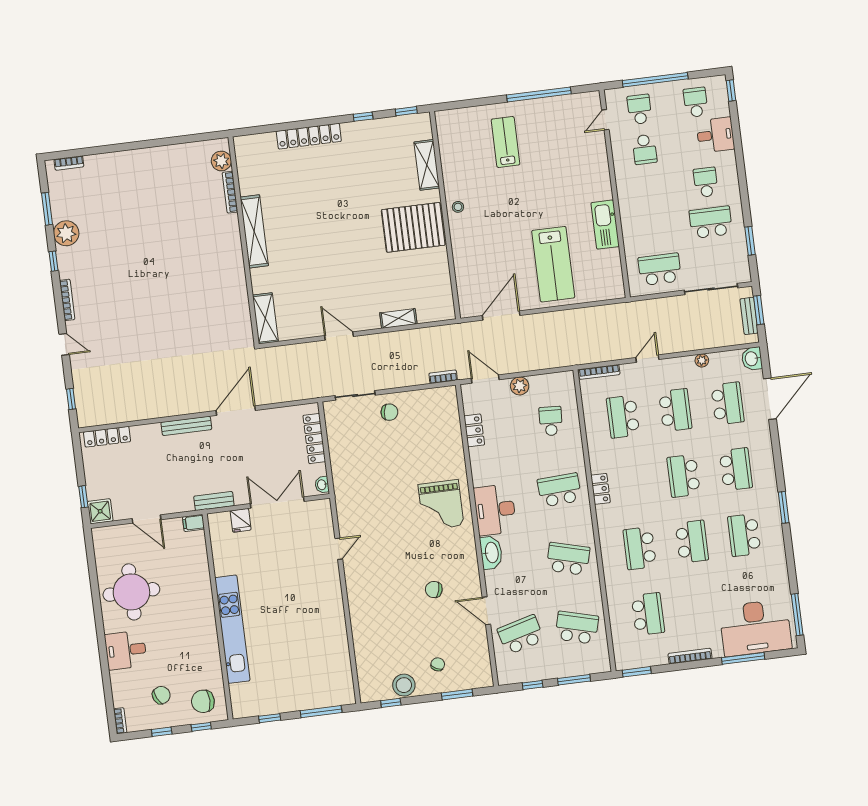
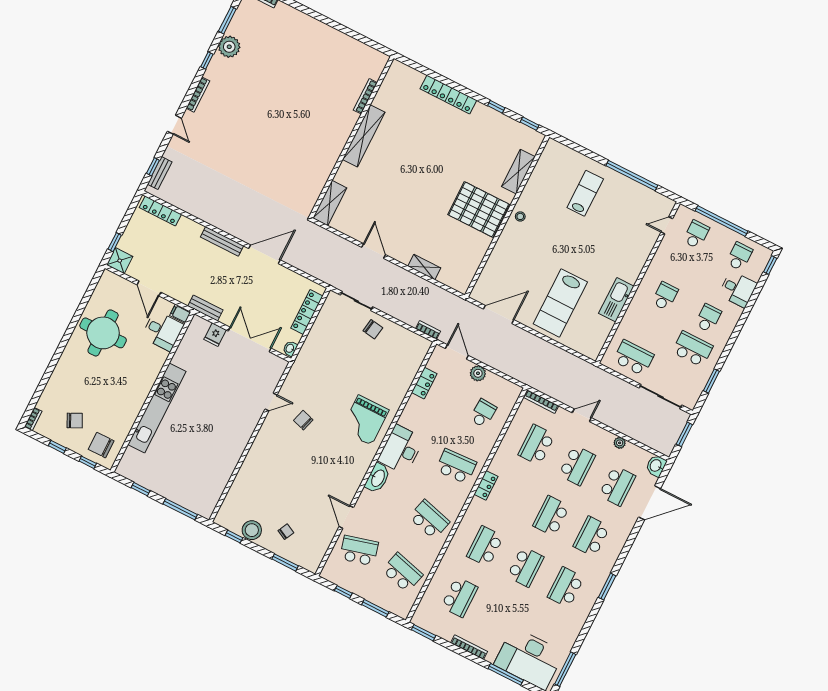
school desk: (645, 149) -> (665, 296), moved, turned 180
plant: (221, 161) -> (374, 70), removed
bench: (749, 316) -> (160, 173), moved
school desk: (736, 469) -> (591, 536), turned 180
chair: (434, 589) -> (303, 420), moved
desk: (126, 650) -> (163, 331), moved, turned 180

